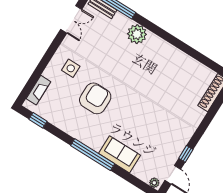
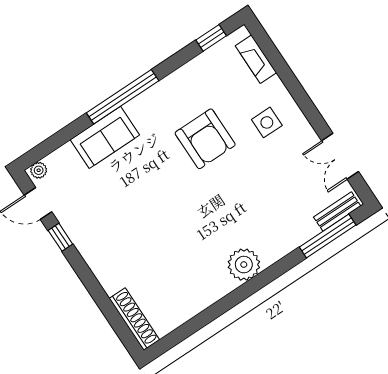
plant: (137, 34) -> (244, 265), moved

